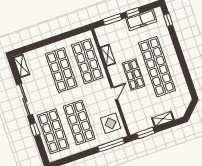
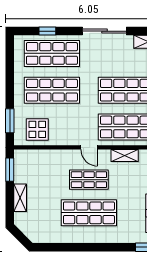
shop shelf: (157, 67) -> (89, 213), width x0.71
door: (114, 93) -> (89, 147), moved
window: (35, 129) -> (47, 31), moved
window: (111, 145) -> (10, 121), width x0.69

